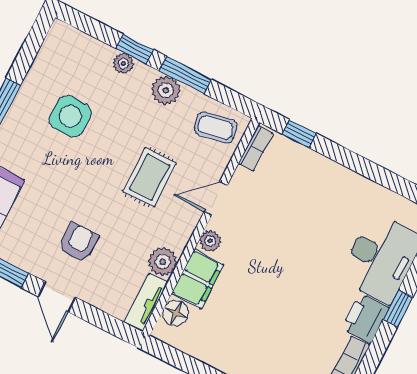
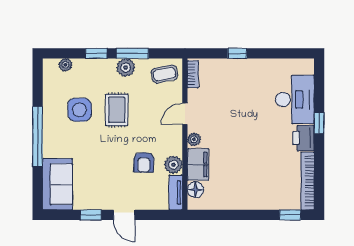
plant: (123, 64) -> (65, 65), moved
window: (299, 134) -> (237, 53), moved
rug: (150, 177) -> (117, 110), moved
armchair: (79, 243) -> (144, 162), moved, turned 180

